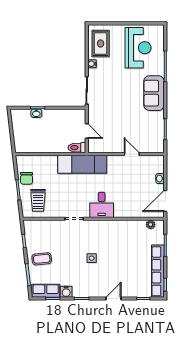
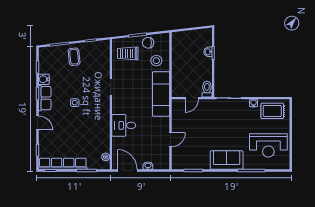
toilet: (77, 148) -> (207, 89), moved
stool: (46, 169) -> (156, 61), added
desk: (102, 205) -> (124, 125), moved
row of seats: (46, 291) -> (45, 98), moved

